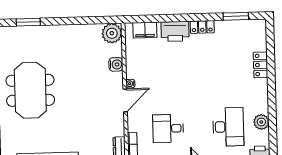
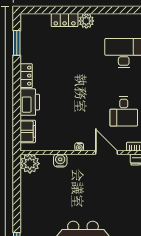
door: (125, 100) -> (106, 152), moved
plant: (261, 122) -> (86, 21), moved

